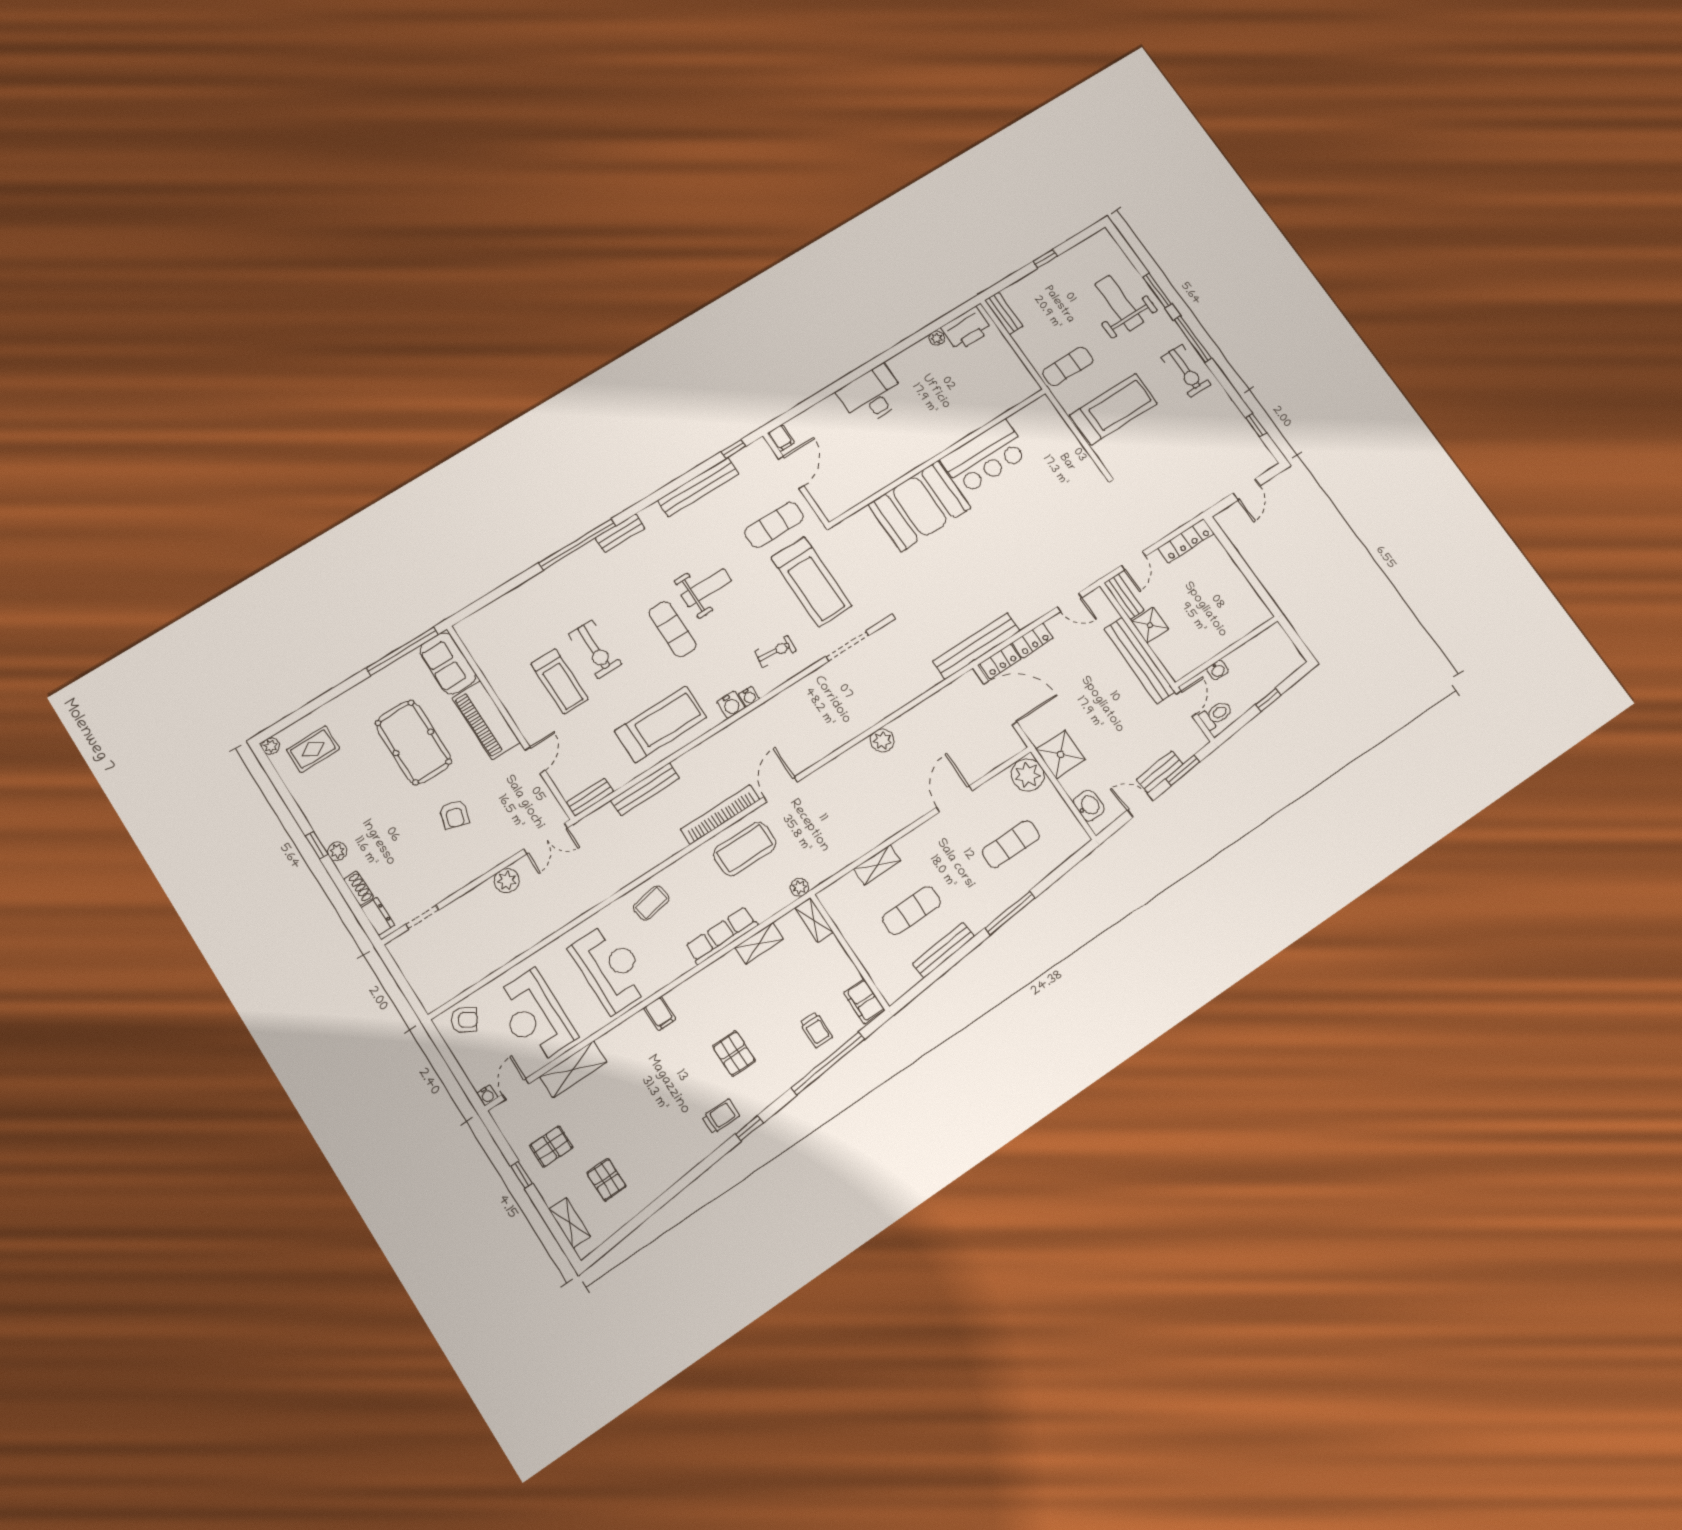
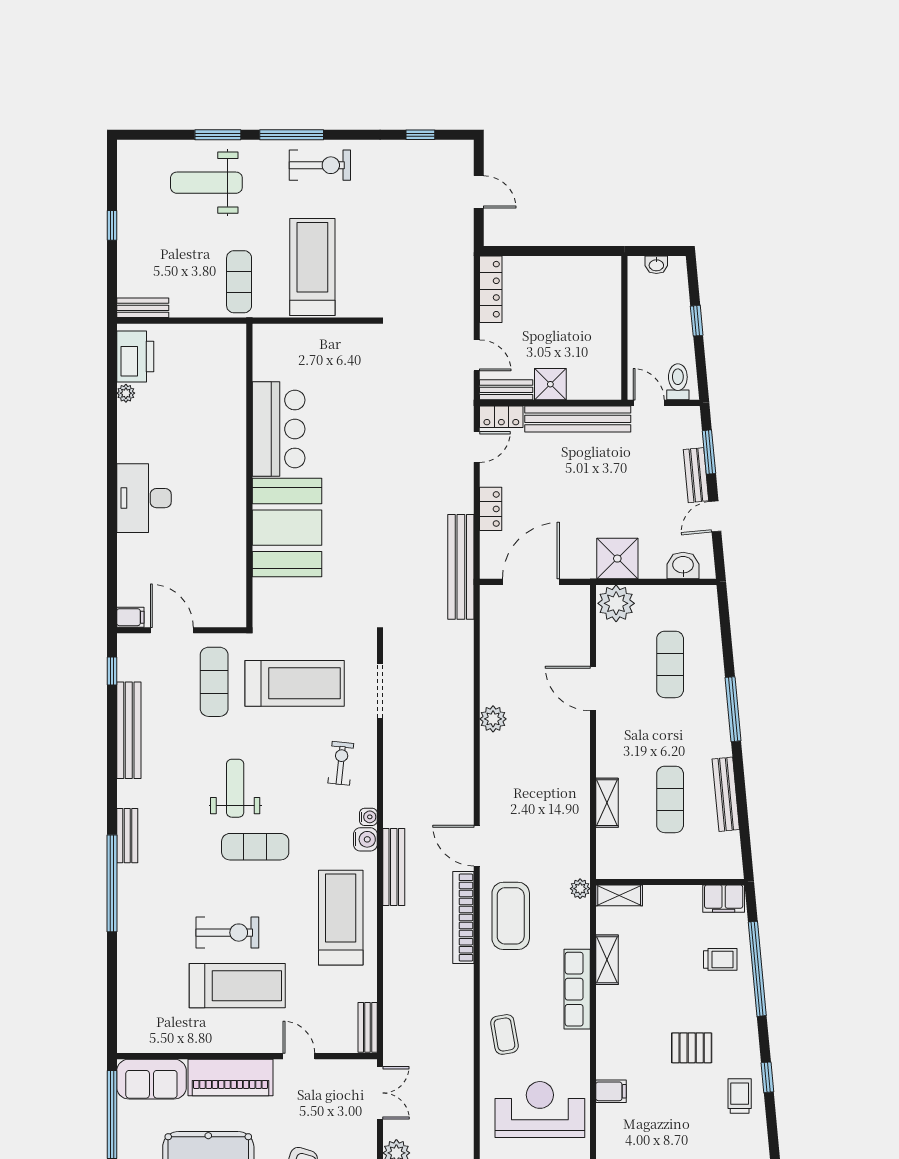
locker: (1000, 661) -> (501, 417), moved, turned 90
washbasin: (1217, 670) -> (656, 265), moved, turned 90
treadmill: (560, 681) -> (237, 986), width x1.37, depth x1.38
bench: (645, 789) -> (394, 867), moved

